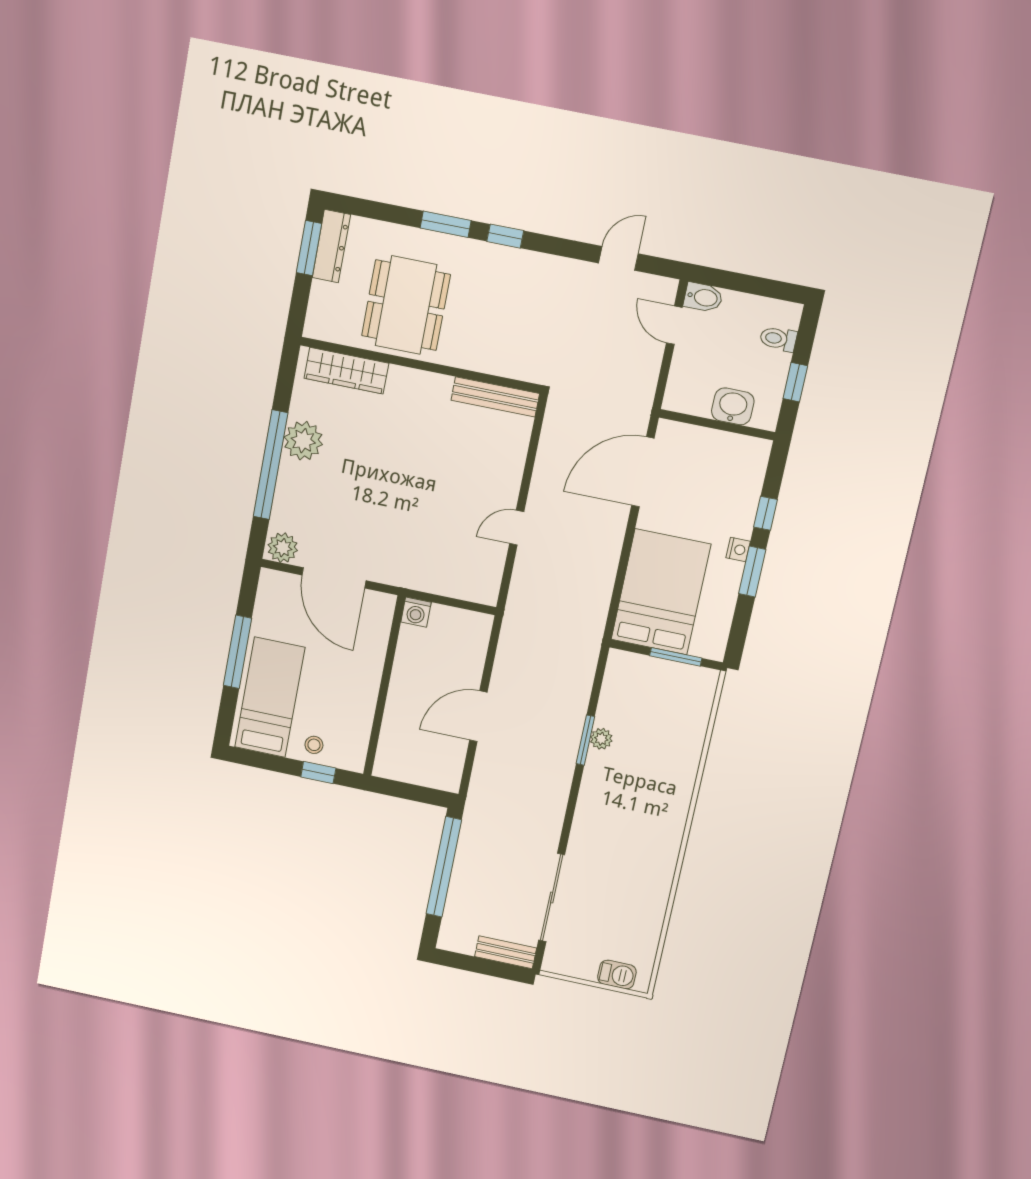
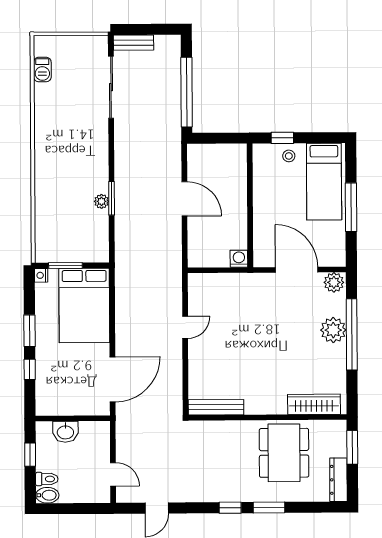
window: (309, 248) -> (352, 447), moved
bidet: (703, 297) -> (47, 495), moved, turned 180
plant: (303, 441) -> (333, 330), moved
nightstand: (738, 549) -> (41, 275), moved
door: (478, 716) -> (184, 199), hinge flipped
barbecue: (617, 975) -> (42, 70), moved, turned -90

